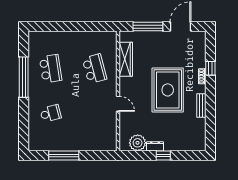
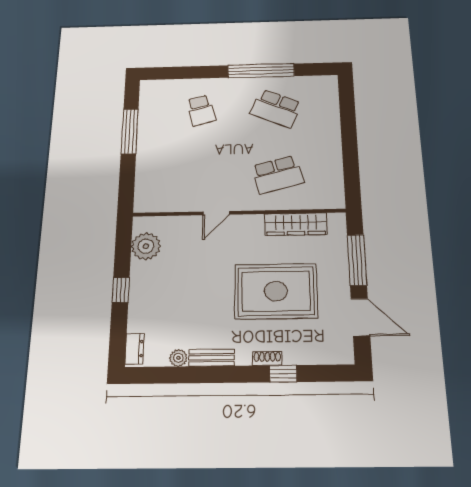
school desk: (51, 69) -> (276, 108), turned 33
rug: (168, 90) -> (276, 291), moved
plant: (201, 123) -> (178, 358), added
dresser: (155, 146) -> (135, 349), moved

